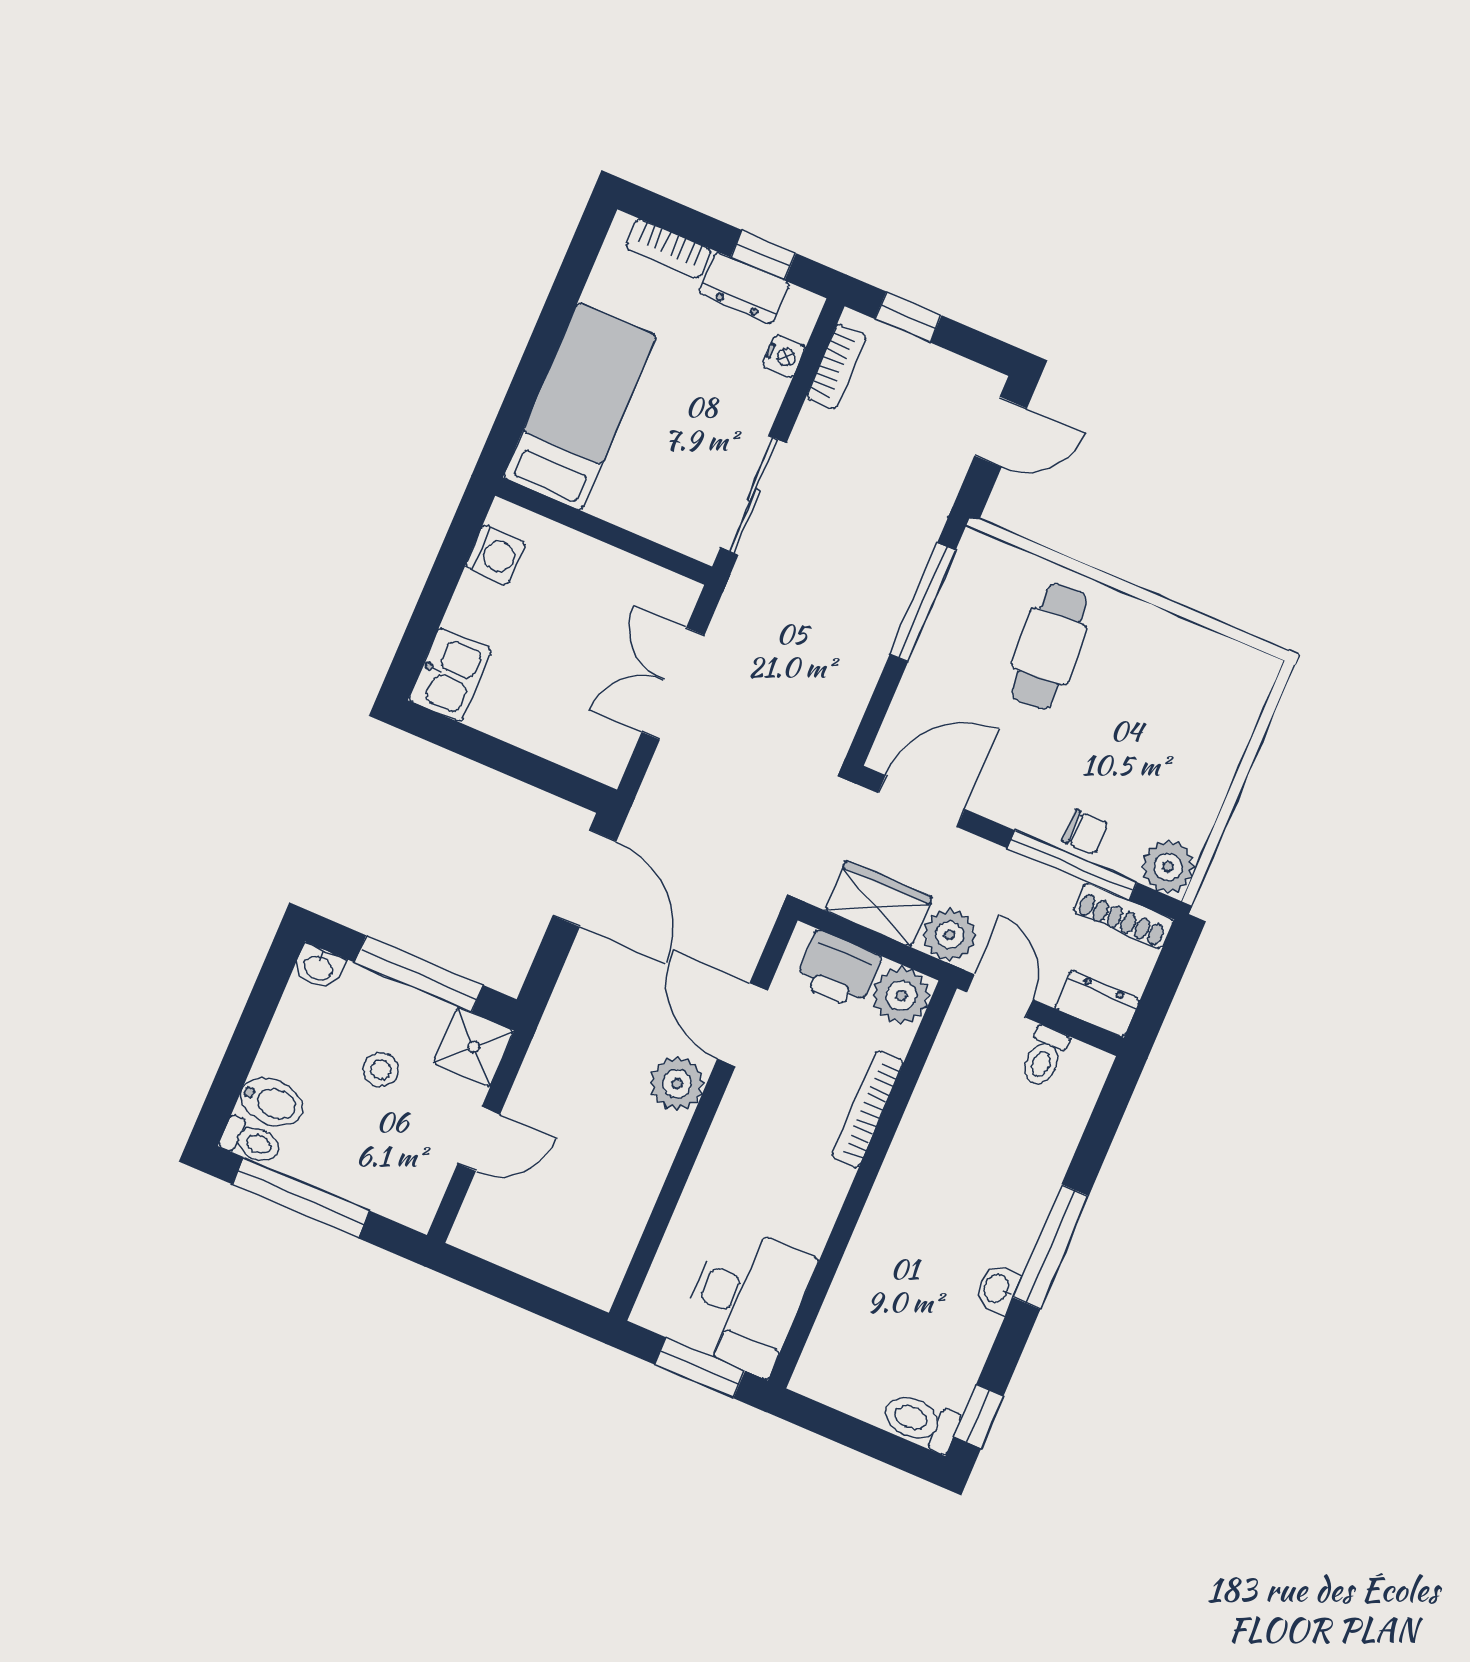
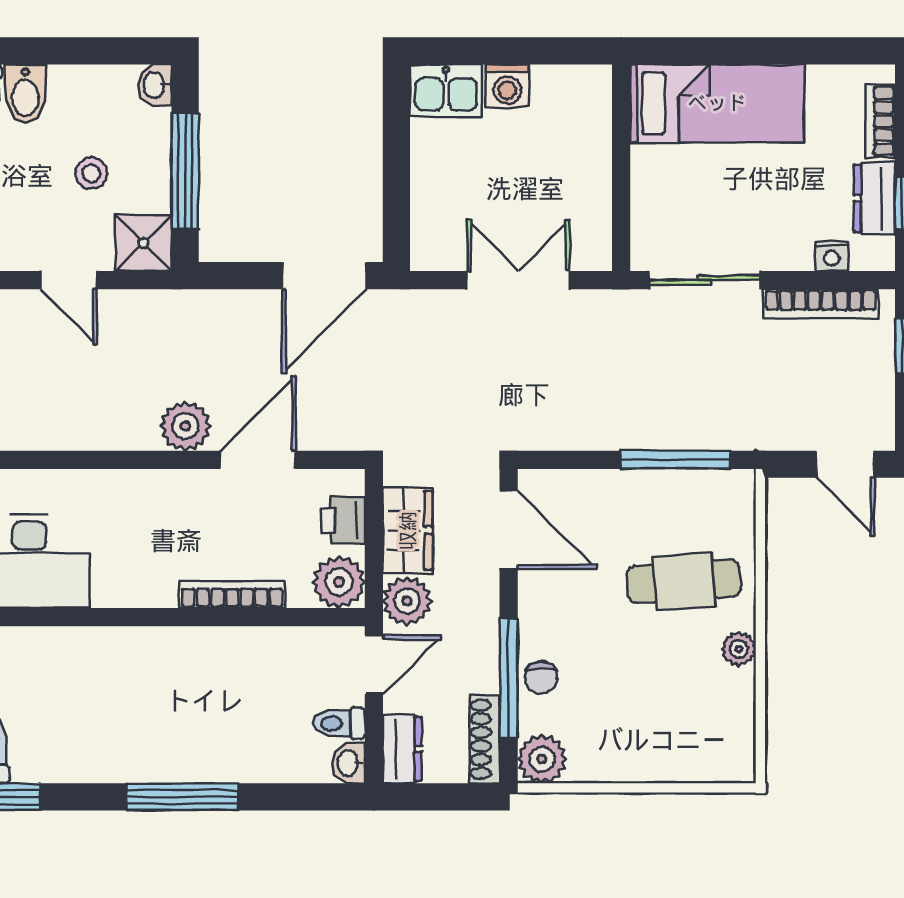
bookcase: (836, 367) -> (821, 304), width x1.56
washing machine: (496, 555) -> (507, 86), moved
plant: (1141, 620) -> (739, 649), added
printer: (838, 970) -> (343, 520), width x0.73, depth x0.81
washbasin: (997, 1289) -> (349, 763), moved, turned -90

